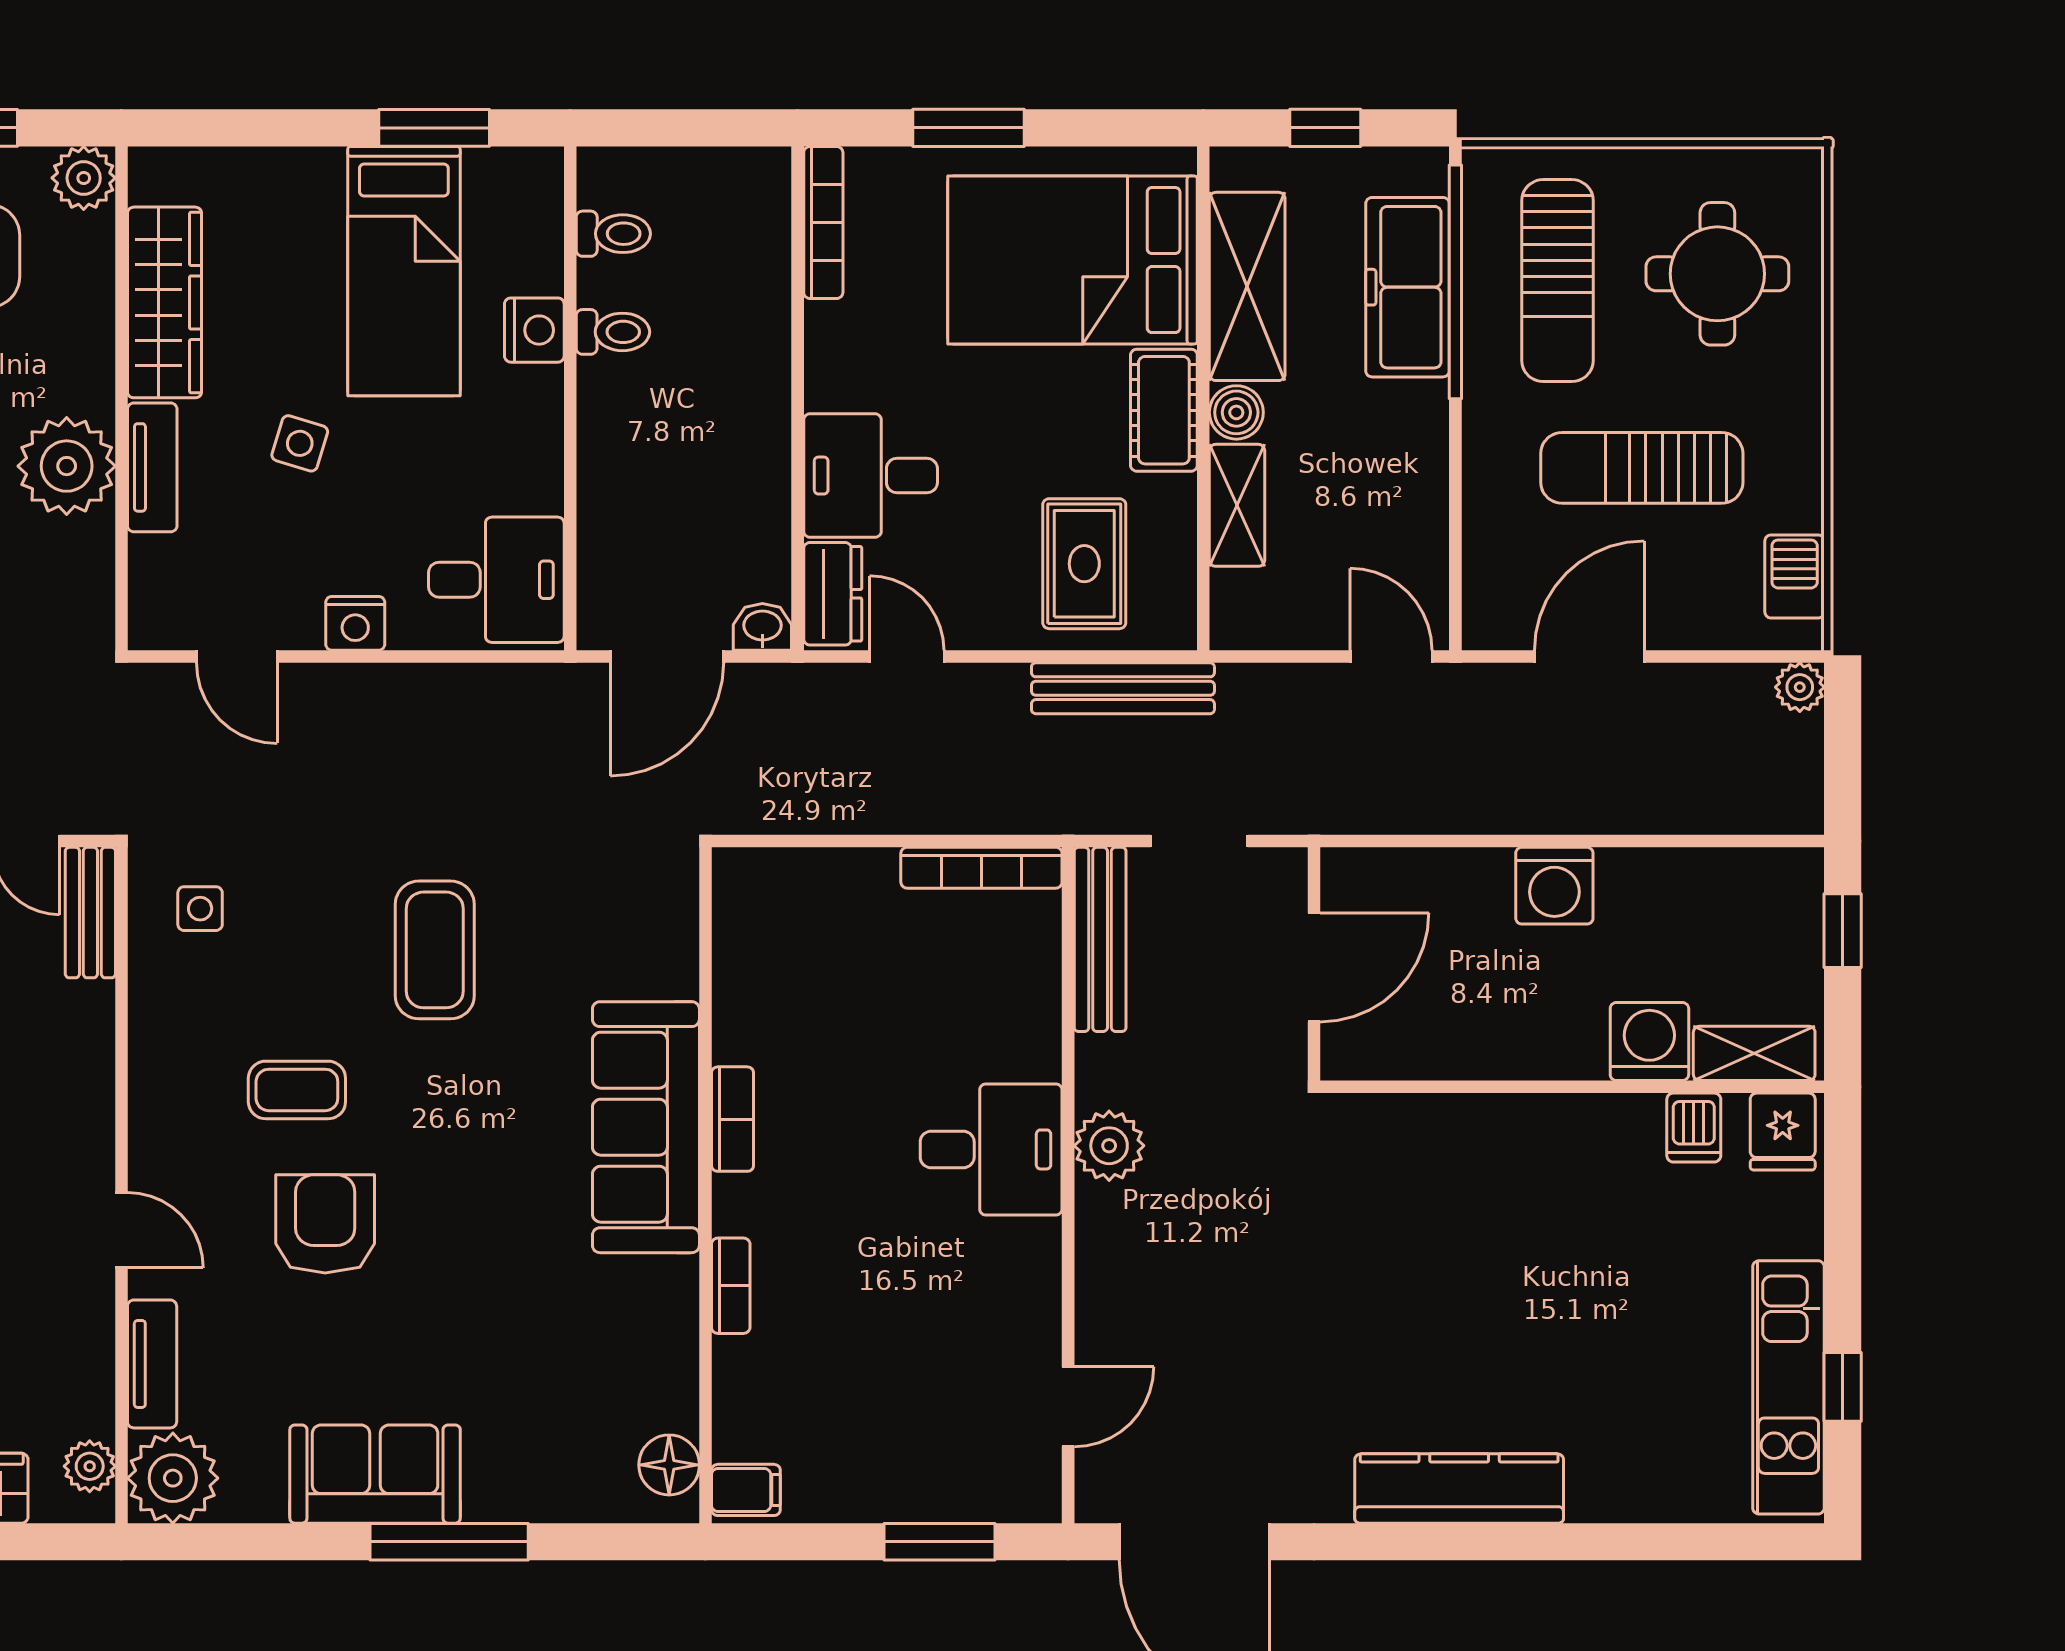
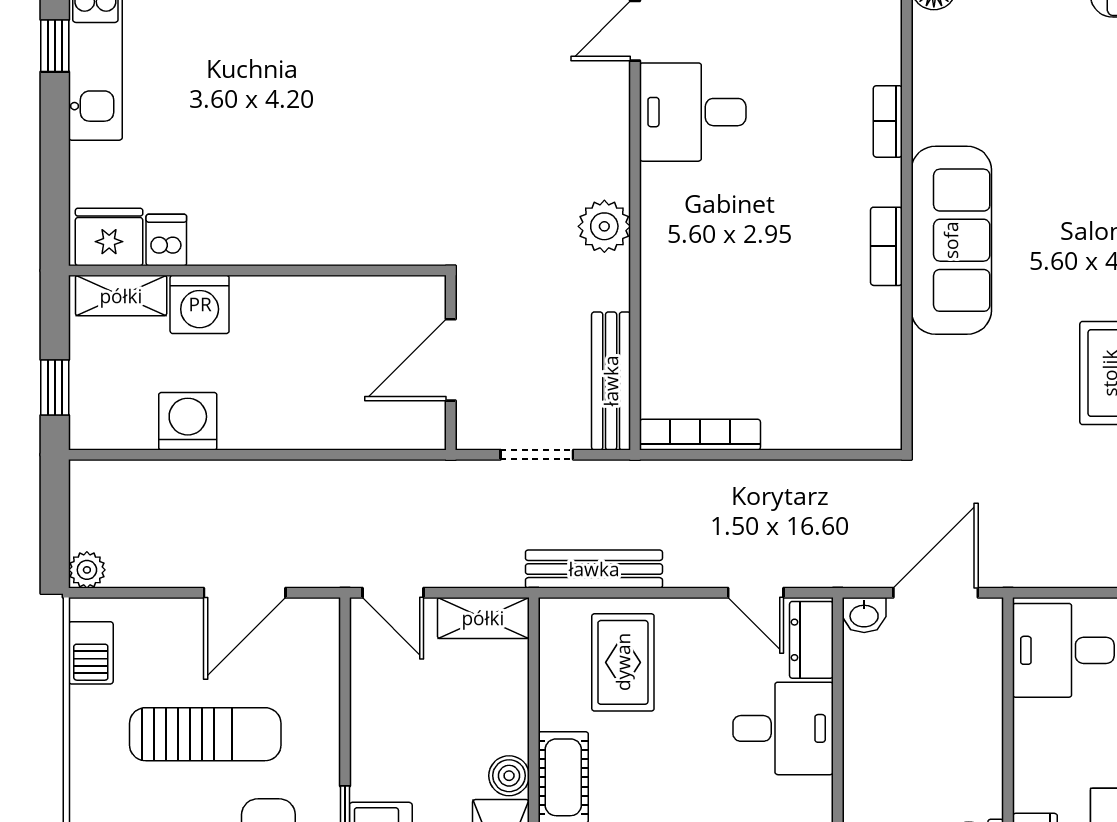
shelving: (1237, 505) -> (483, 618), moved, turned 90
washing machine: (1554, 886) -> (188, 421), moved
fridge: (1783, 1132) -> (109, 237), width x1.38
desk: (991, 1149) -> (693, 112), moved

